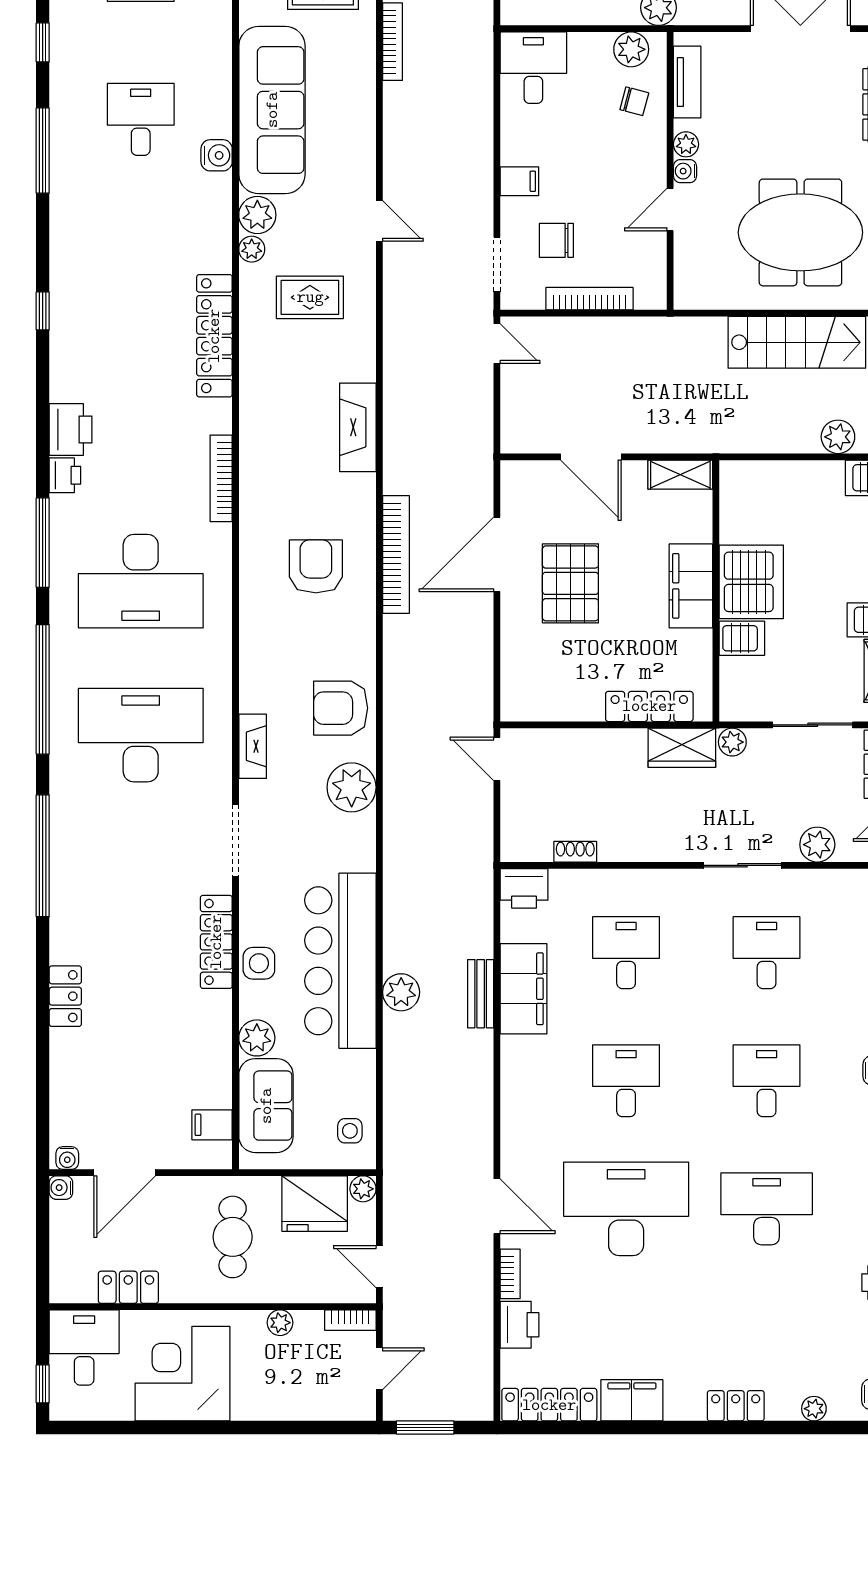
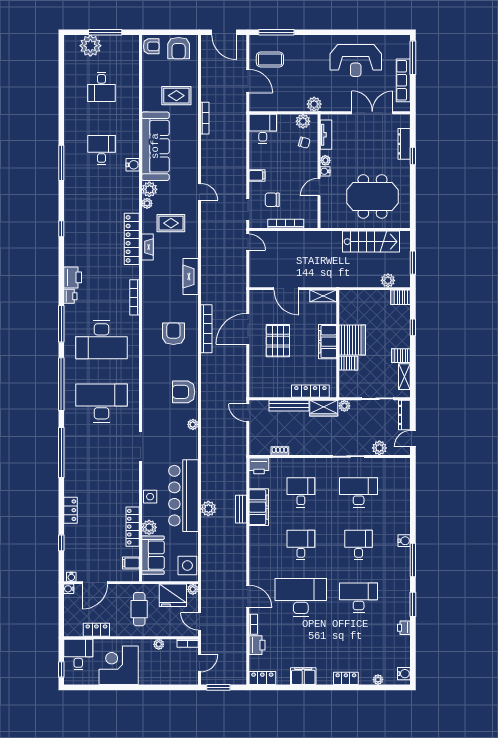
window: (43, 42) -> (61, 543), moved
bench: (597, 742) -> (289, 406), added
fireplace: (253, 746) -> (147, 247), moved
plant: (352, 787) -> (193, 424), width x0.53, depth x0.53
locker: (216, 942) -> (133, 527), moved
desk: (767, 953) -> (359, 492), width x1.37
side table: (350, 1131) -> (187, 565), width x1.87, depth x1.87
locker: (549, 1405) -> (262, 678), width x0.66

